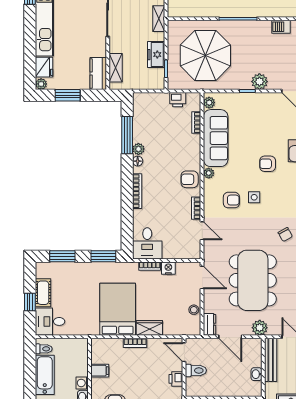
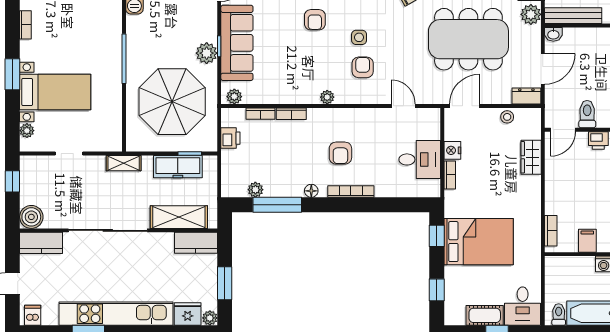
freezer: (156, 55) -> (178, 167), width x1.40
shelving: (116, 68) -> (179, 217), width x1.50, depth x1.33
plant: (259, 82) -> (207, 53), moved
sofa: (216, 138) -> (237, 43), moved, turned 90
plant: (138, 149) -> (255, 190), moved
armchair: (190, 179) -> (340, 153), moved
bookcase: (196, 208) -> (291, 114), moved
door: (202, 231) -> (403, 106), hinge flipped
desk: (147, 243) -> (420, 159), moved
window: (62, 256) -> (437, 290), width x0.67
window: (103, 256) -> (437, 236), width x0.67
bed: (118, 309) -> (479, 242), moved, turned 180
wardrobe: (149, 328) -> (531, 157), moved
plant: (260, 328) -> (531, 14), moved
bookcase: (135, 343) -> (551, 231), moved
washbasin: (256, 374) -> (553, 34), moved

